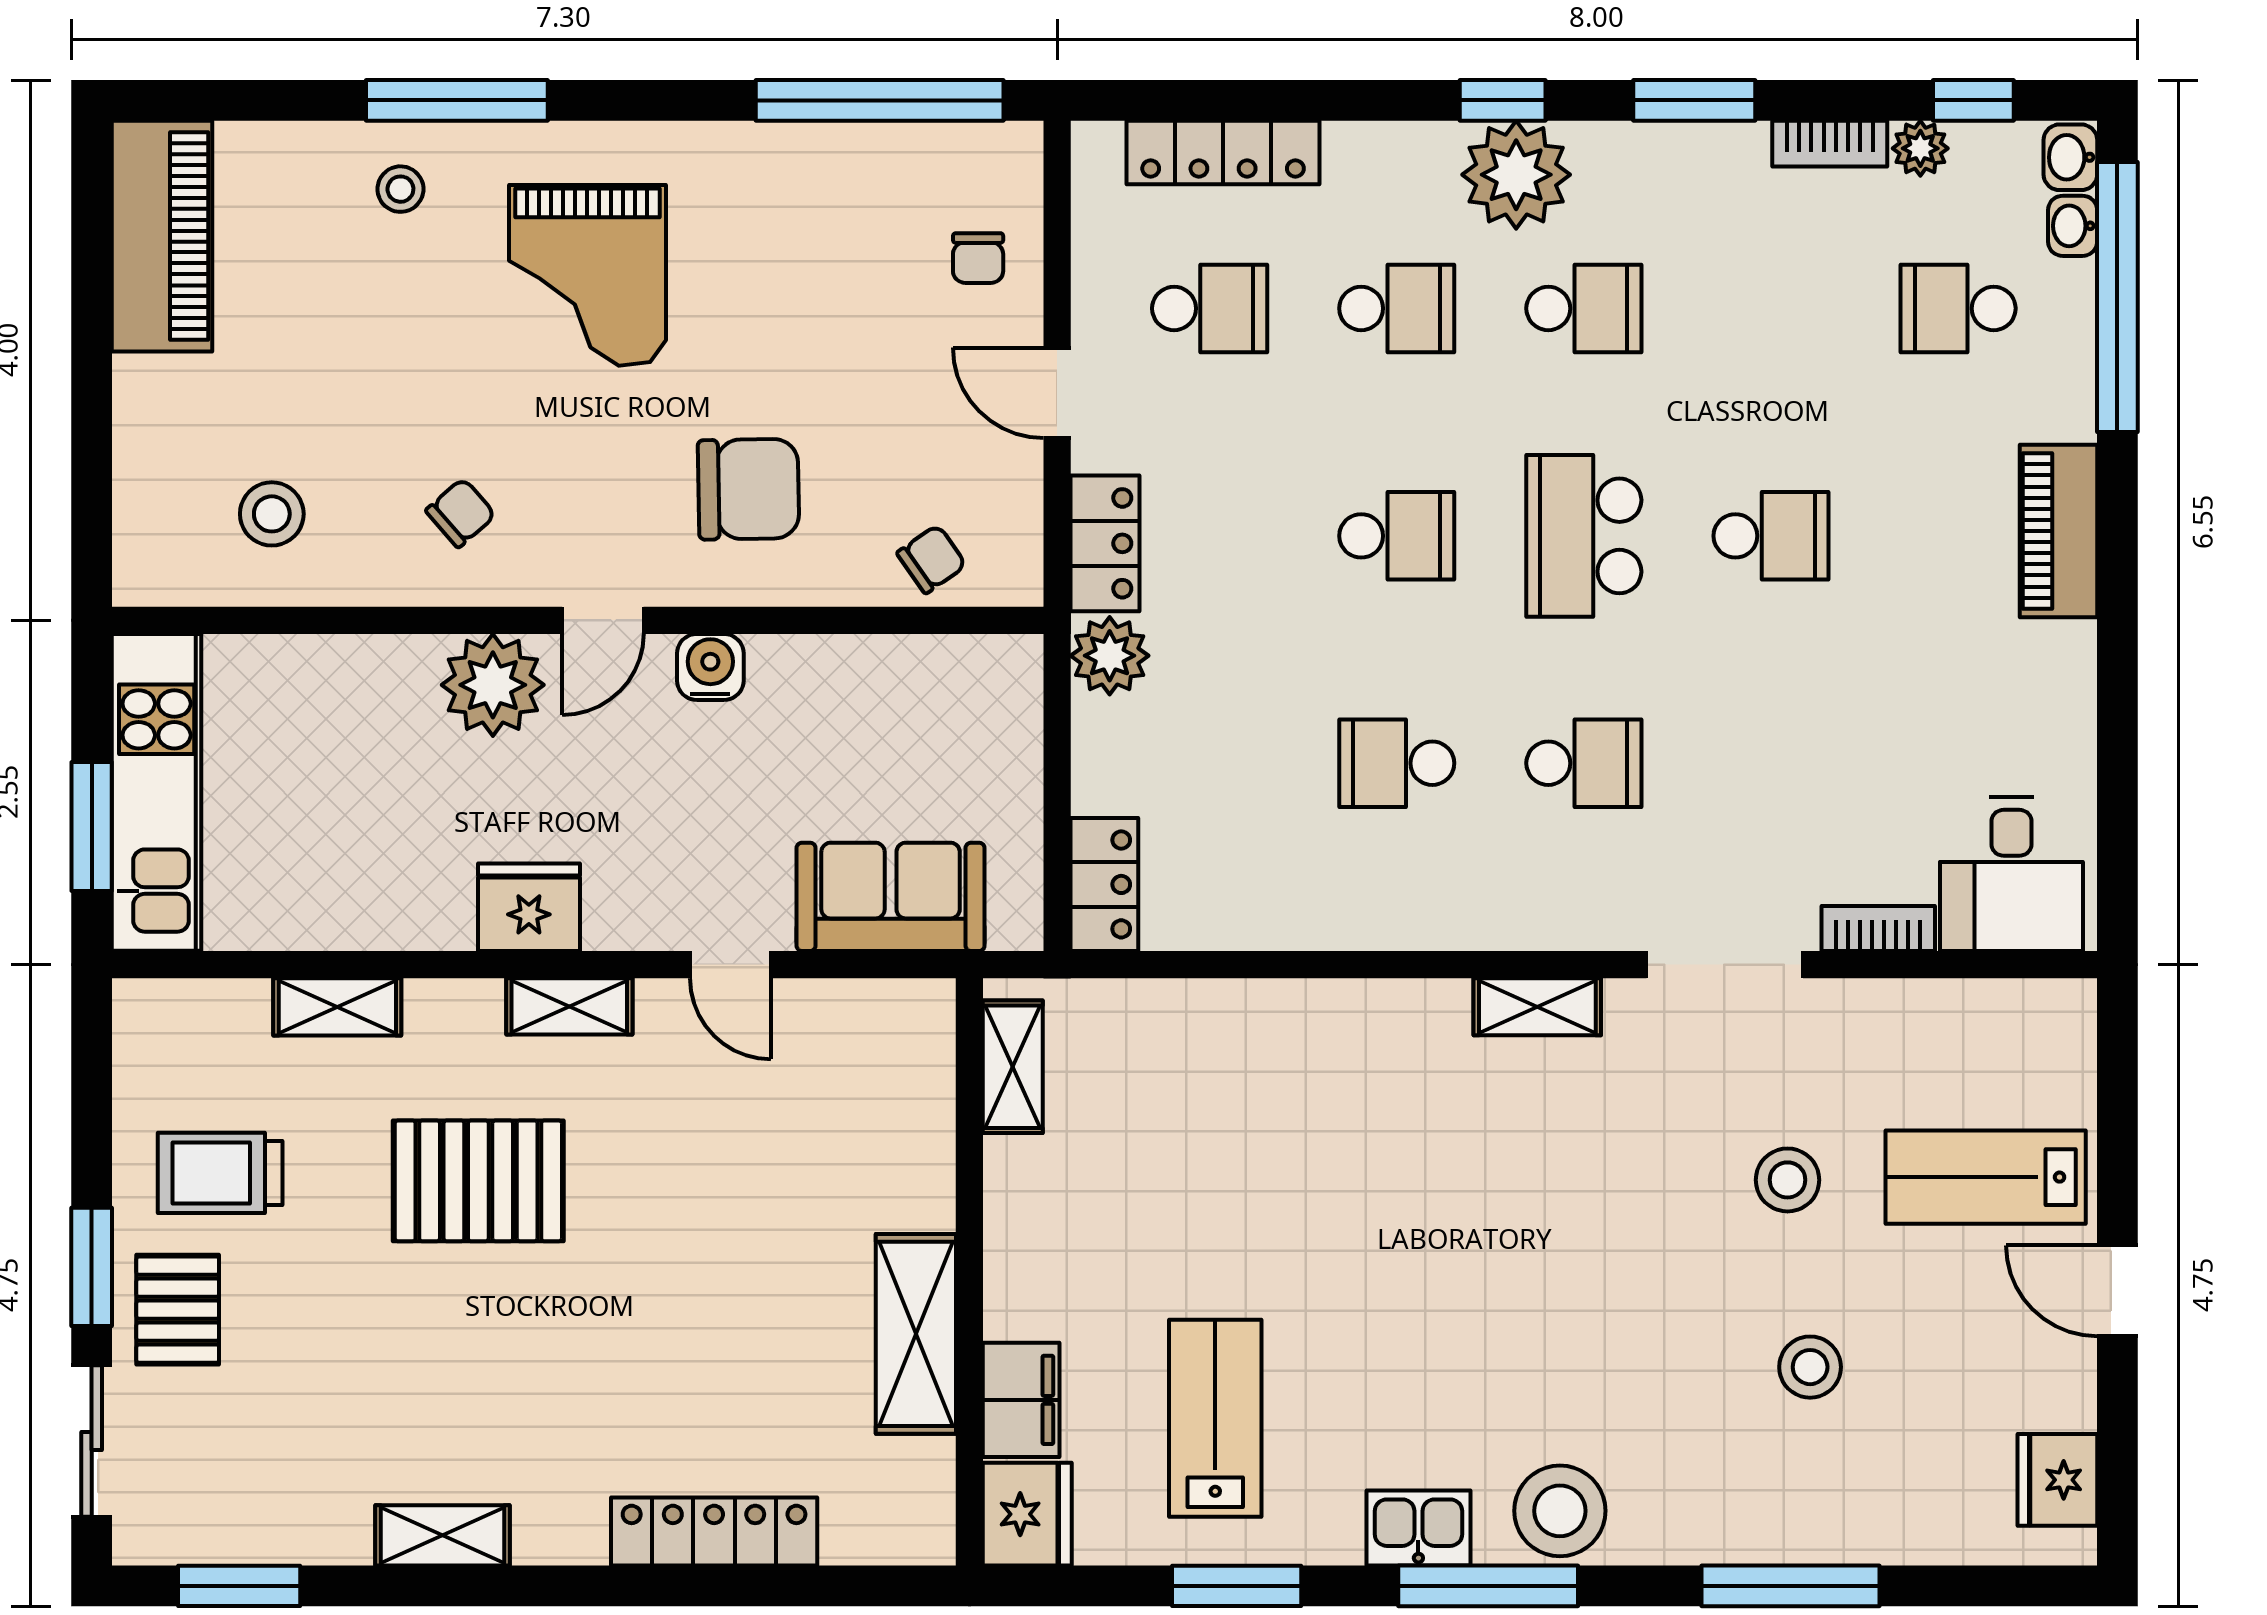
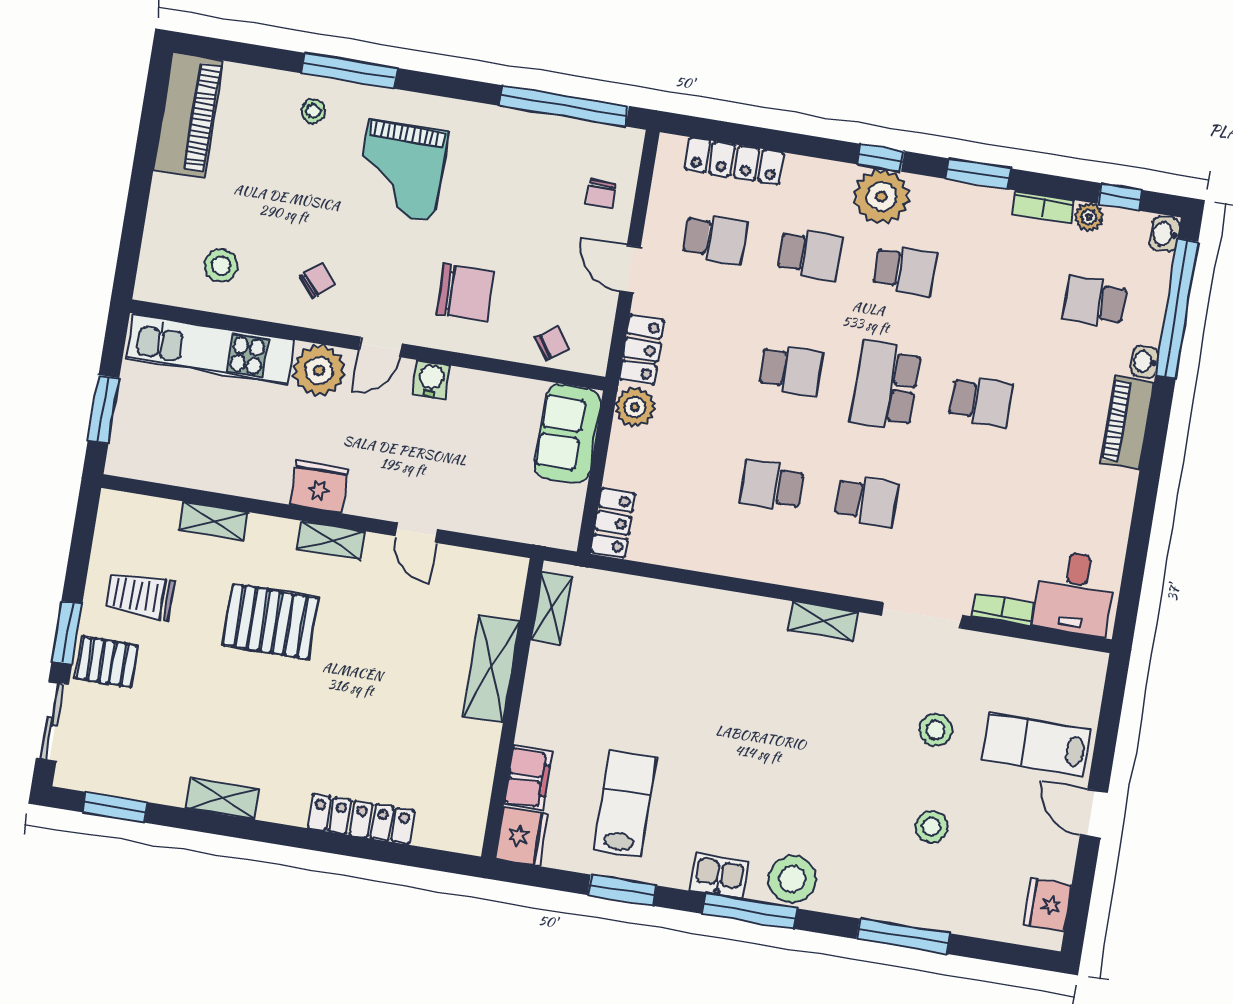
washbasin: (2073, 226) -> (1145, 362), moved
kitchen unit: (157, 792) -> (210, 349), moved, turned 90
sofa: (891, 897) -> (568, 434), moved, turned -90
pallet: (178, 1310) -> (107, 662), turned 90
shelving: (916, 1334) -> (491, 669), moved

